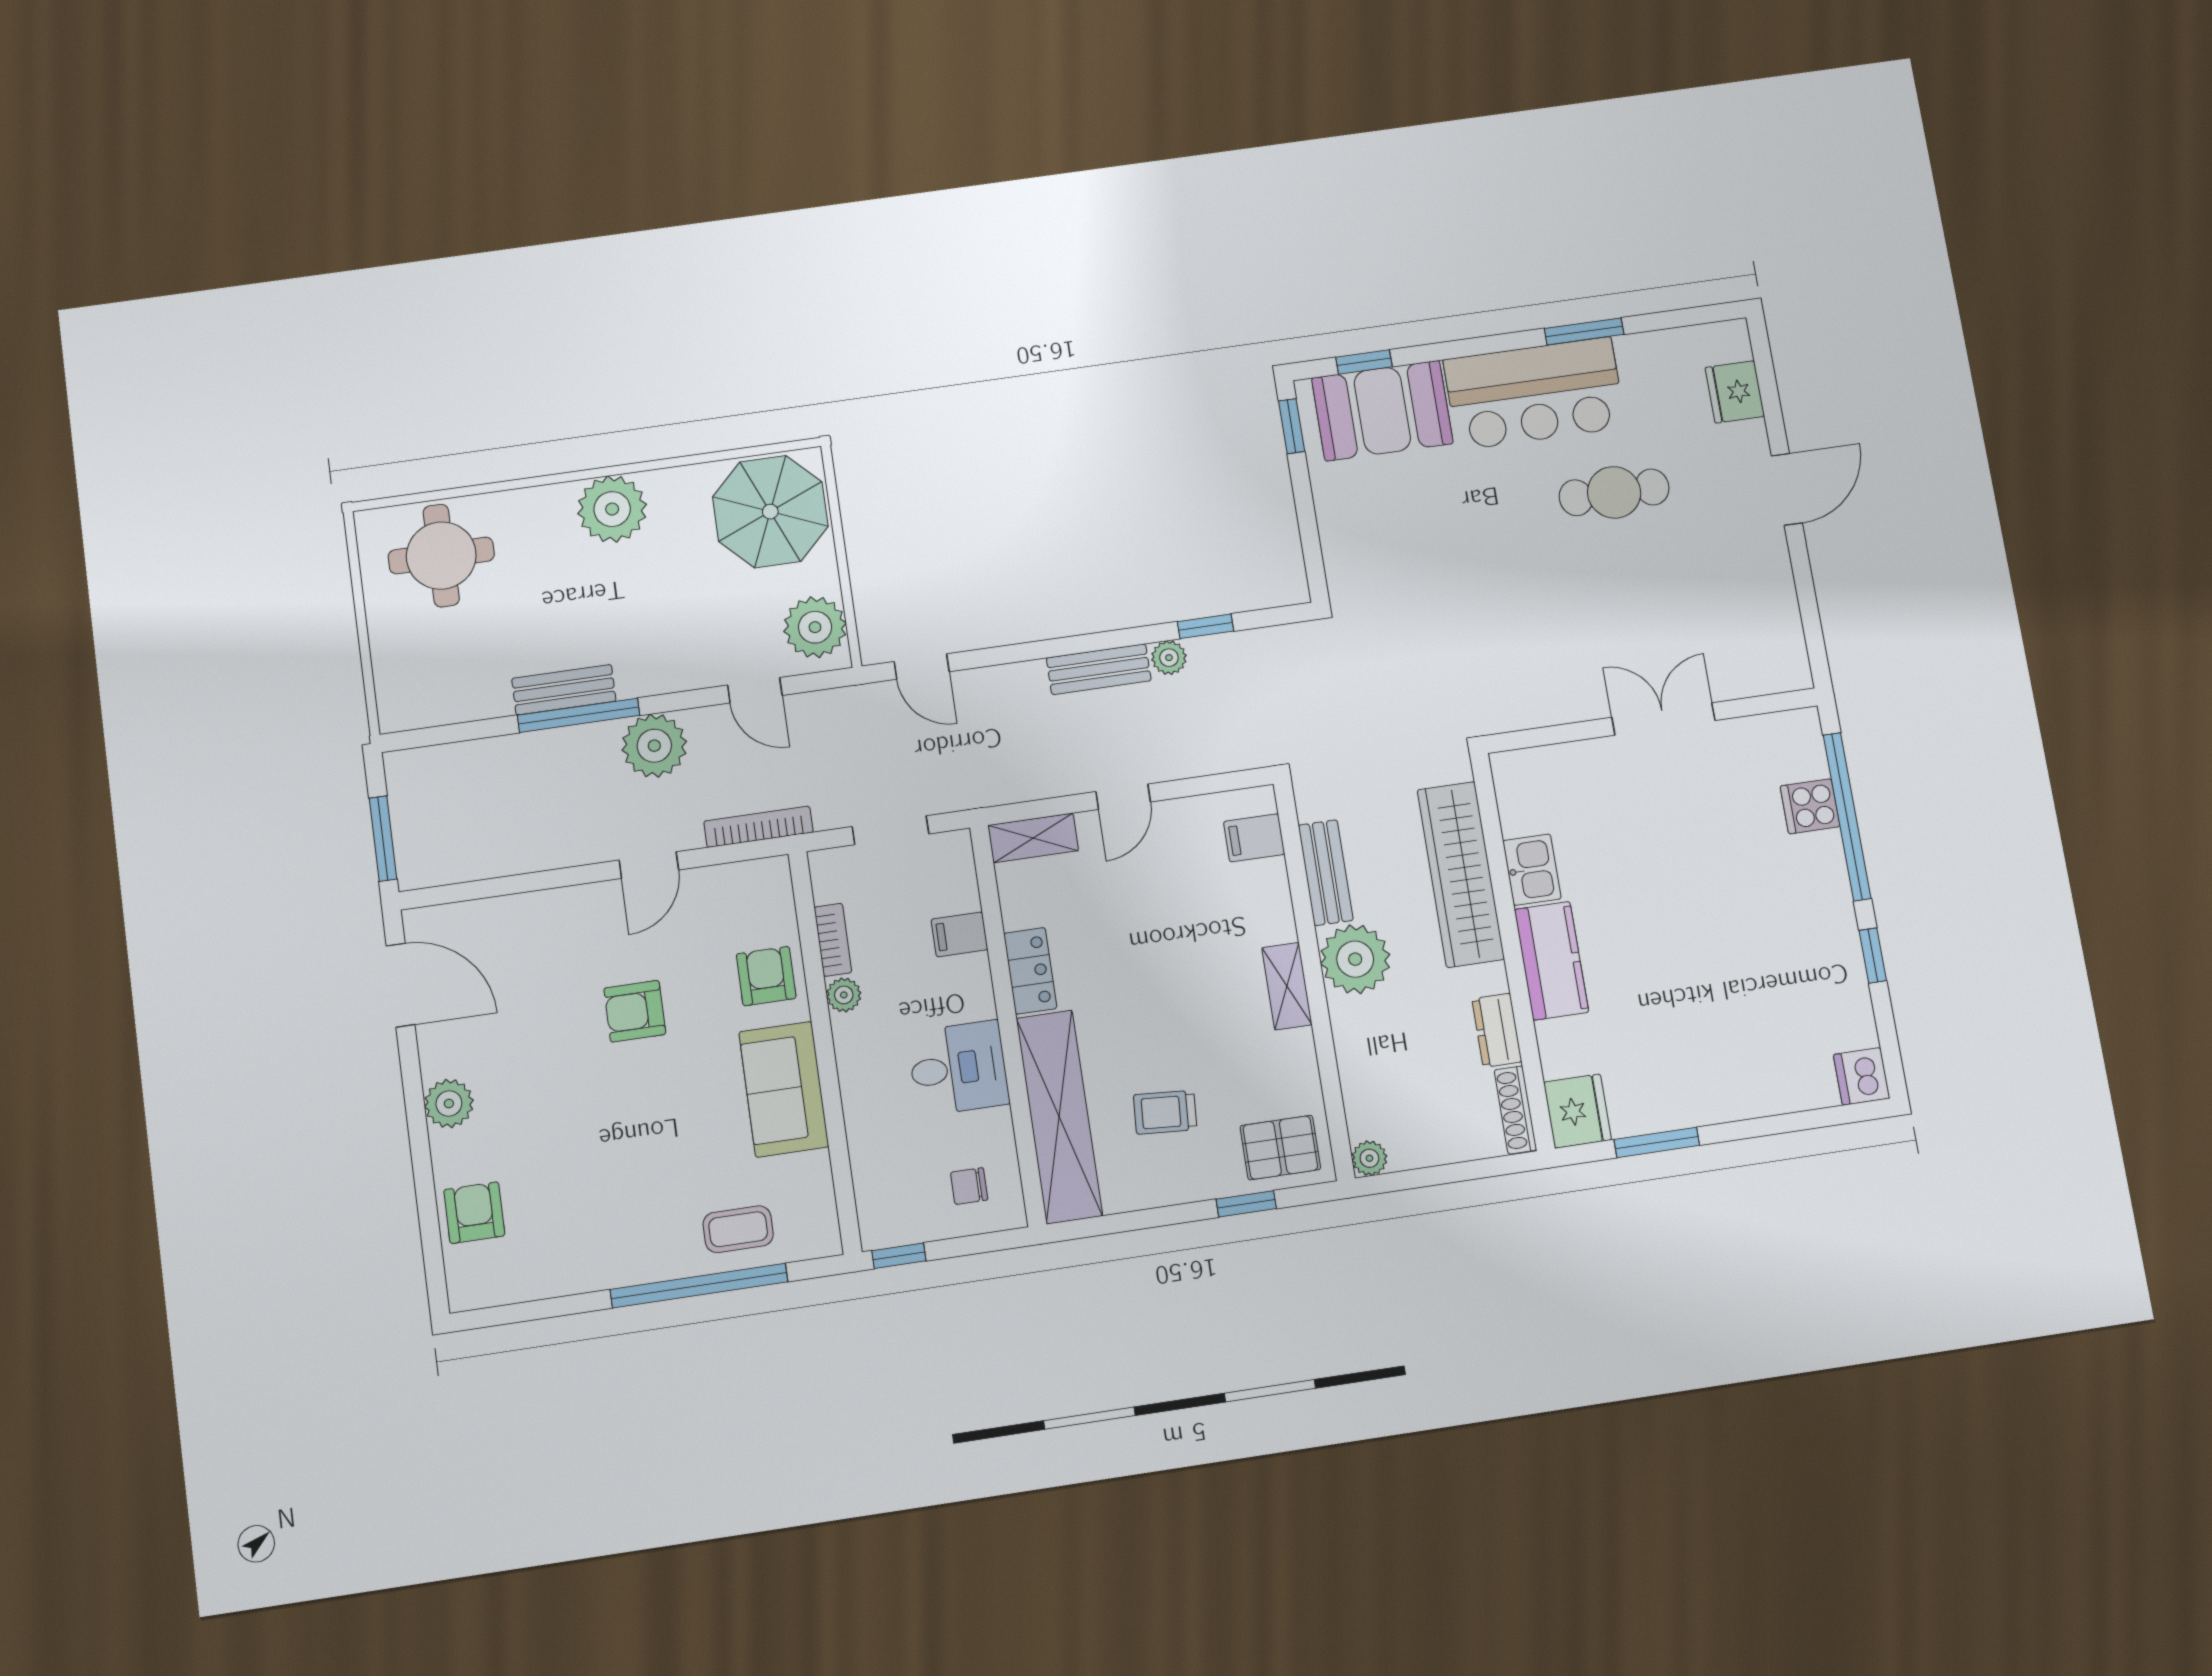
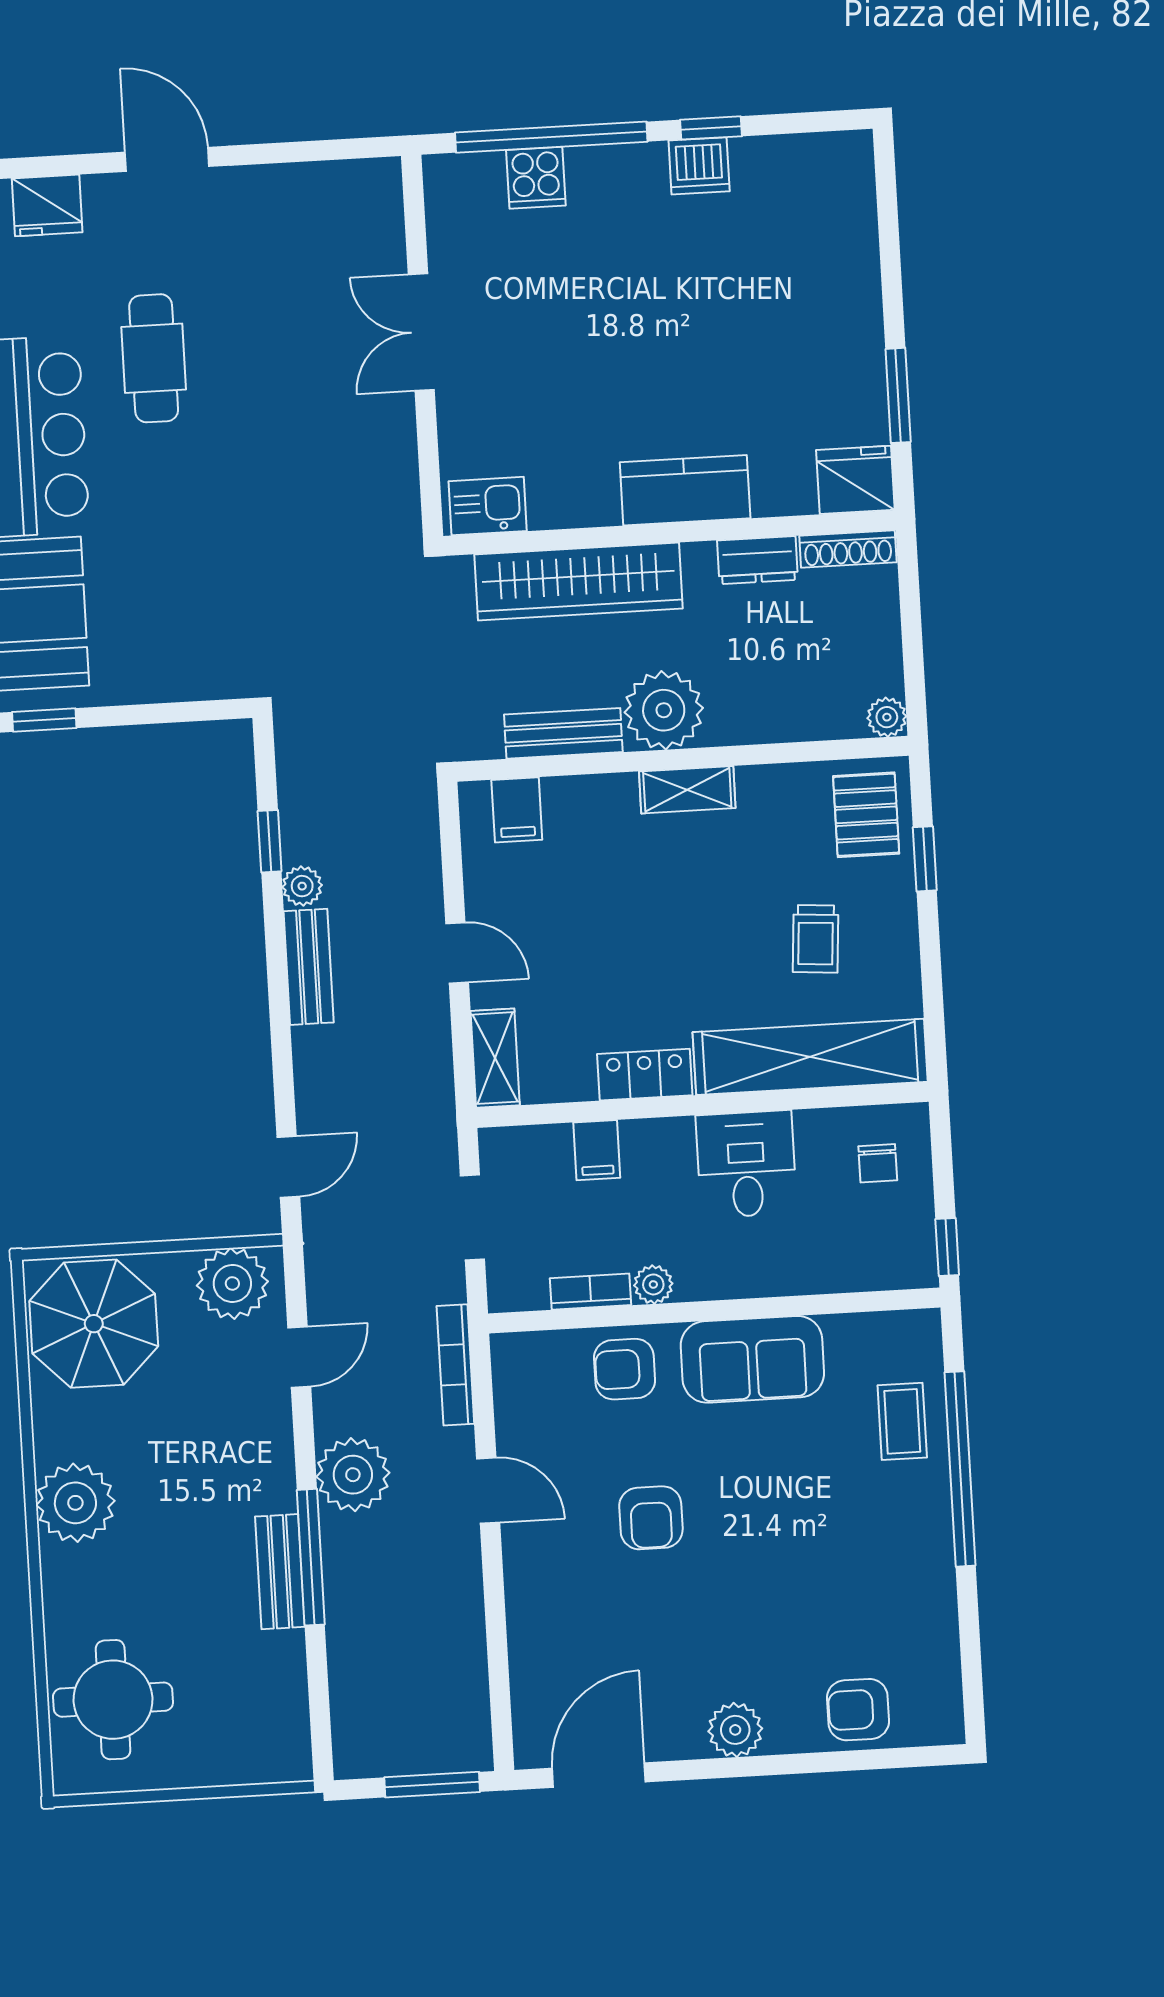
kitchen sink: (1532, 870) -> (488, 506), moved
dishwasher: (1862, 1076) -> (699, 166), moved

